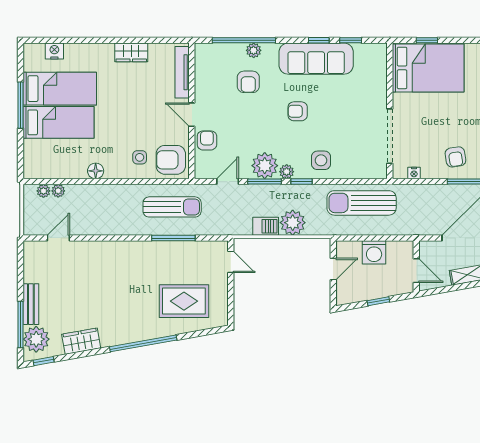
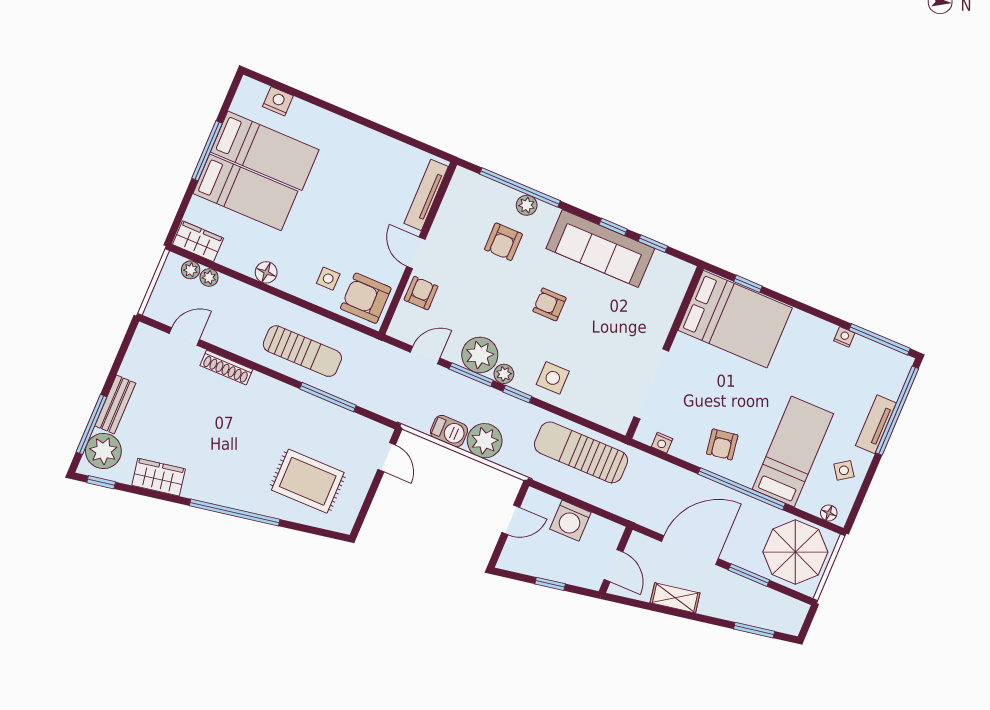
wardrobe: (131, 52) -> (198, 241), moved, turned 180
sun lounger: (172, 207) -> (302, 351), moved
shoe rack: (96, 247) -> (226, 367), added

